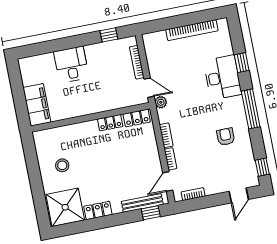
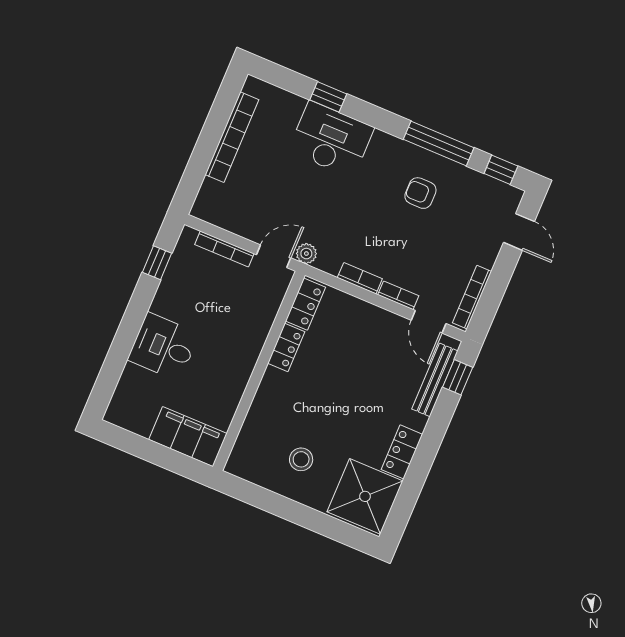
window: (251, 109) -> (439, 143), moved
bookcase: (193, 194) -> (472, 297), width x1.56

